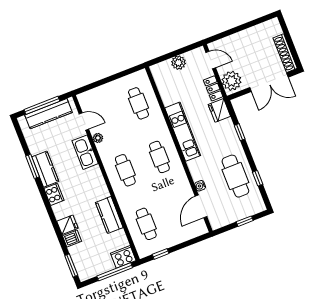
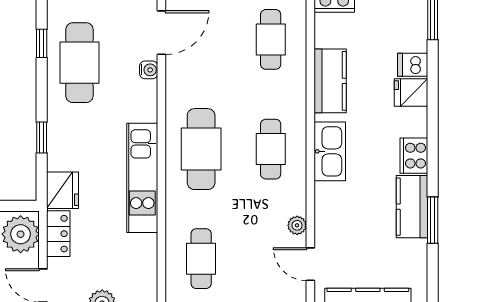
kitchen sink: (85, 152) -> (330, 151), moved
cafe table: (159, 157) -> (201, 149), width x1.37, depth x1.35

